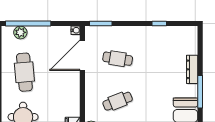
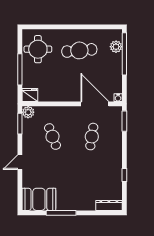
dresser: (192, 69) -> (109, 205), moved

